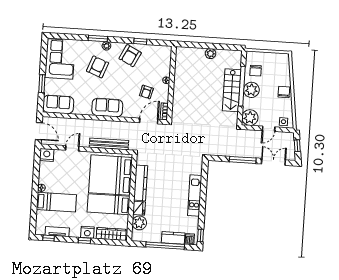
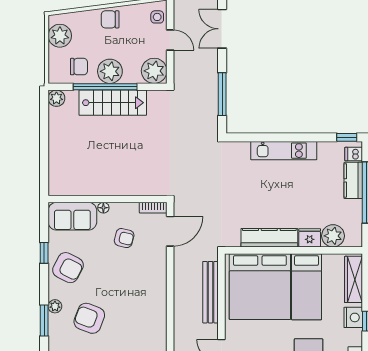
plant: (211, 54) -> (56, 98), moved
plant: (276, 60) -> (60, 36), added
sofa: (107, 108) -> (72, 216), moved, turned -90
door: (149, 121) -> (170, 231), swing flipped
window: (243, 160) -> (222, 94), moved

